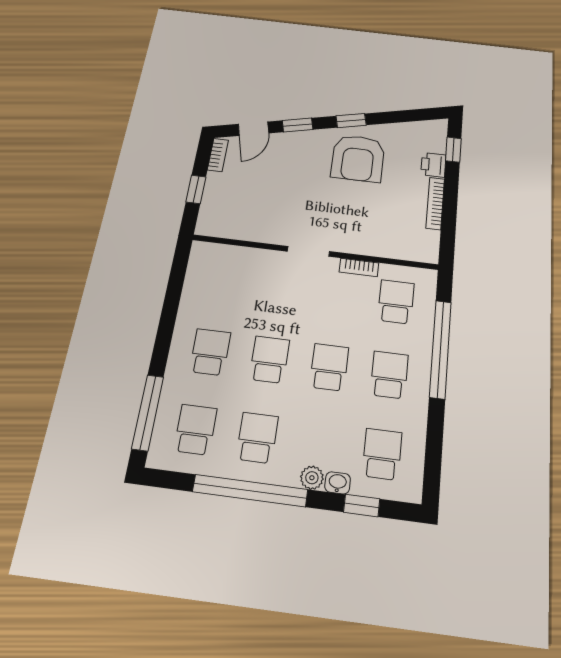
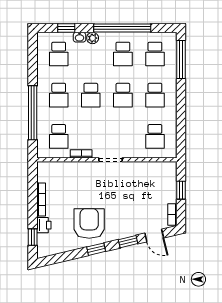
door: (254, 129) -> (154, 235), swing flipped
school desk: (224, 280) -> (155, 136), added

